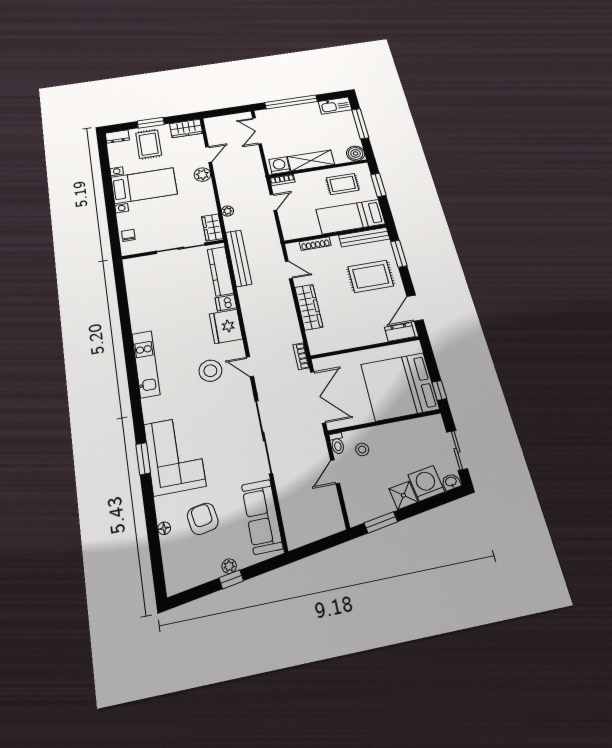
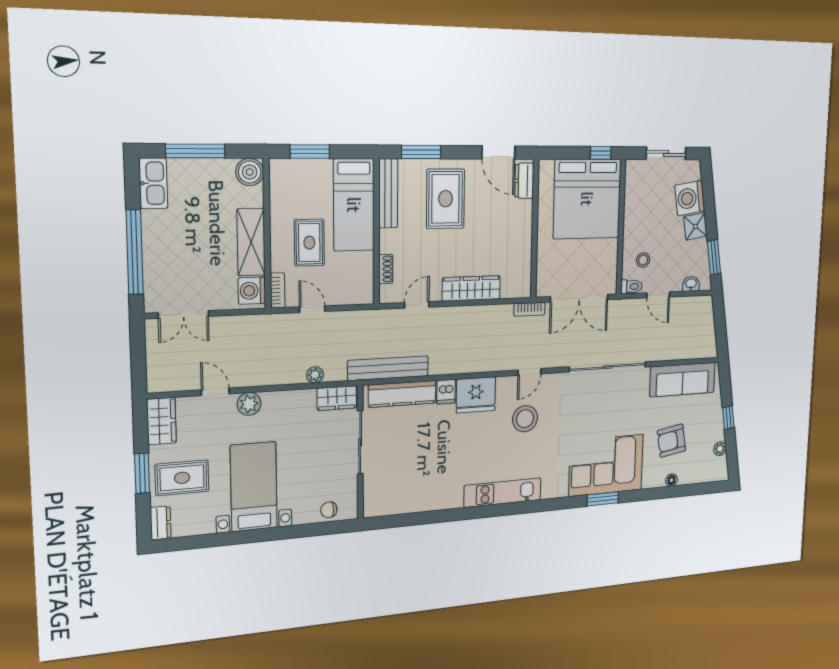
rug: (343, 184) -> (309, 243), moved
shoe rack: (315, 244) -> (386, 269), width x0.70
double door: (318, 397) -> (579, 298), swing flipped
washbasin: (451, 482) -> (691, 284), moved, turned 99
plant: (229, 566) -> (720, 449), moved

